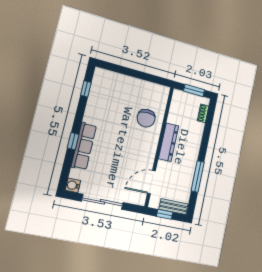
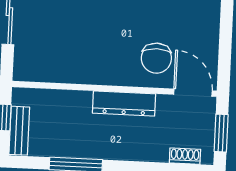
chair: (146, 118) -> (156, 58), turned -90
door: (151, 182) -> (193, 93), moved

